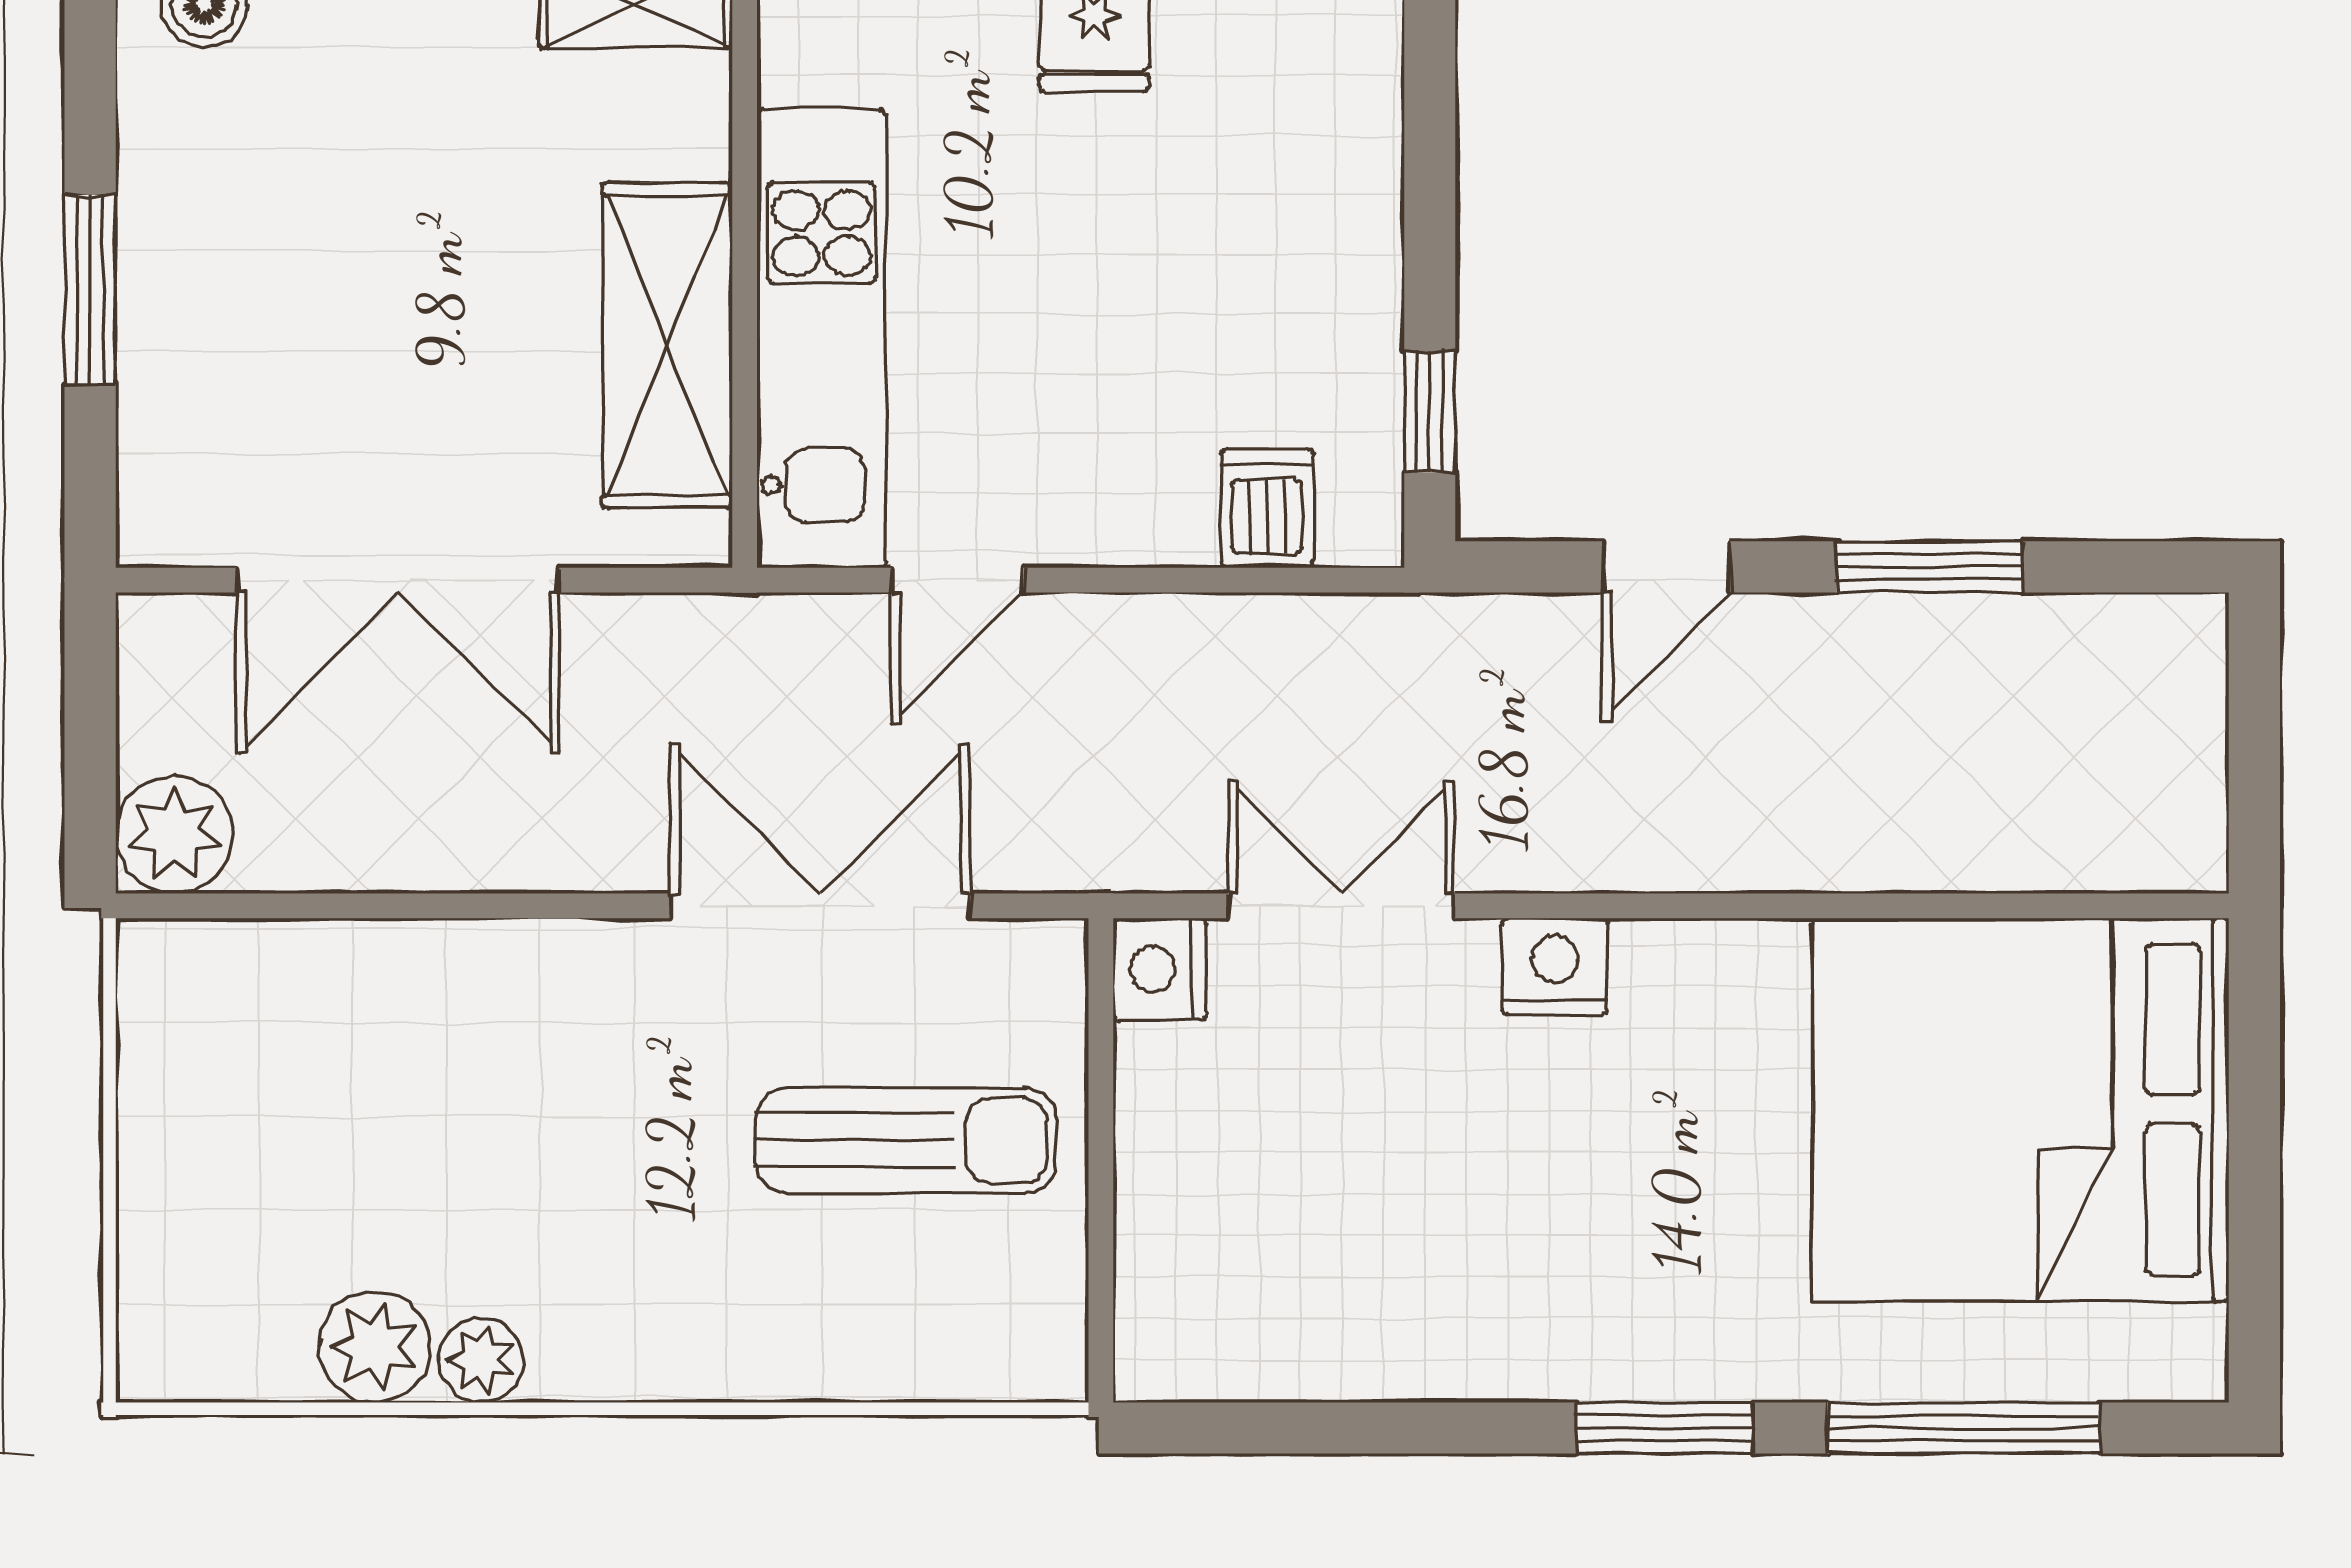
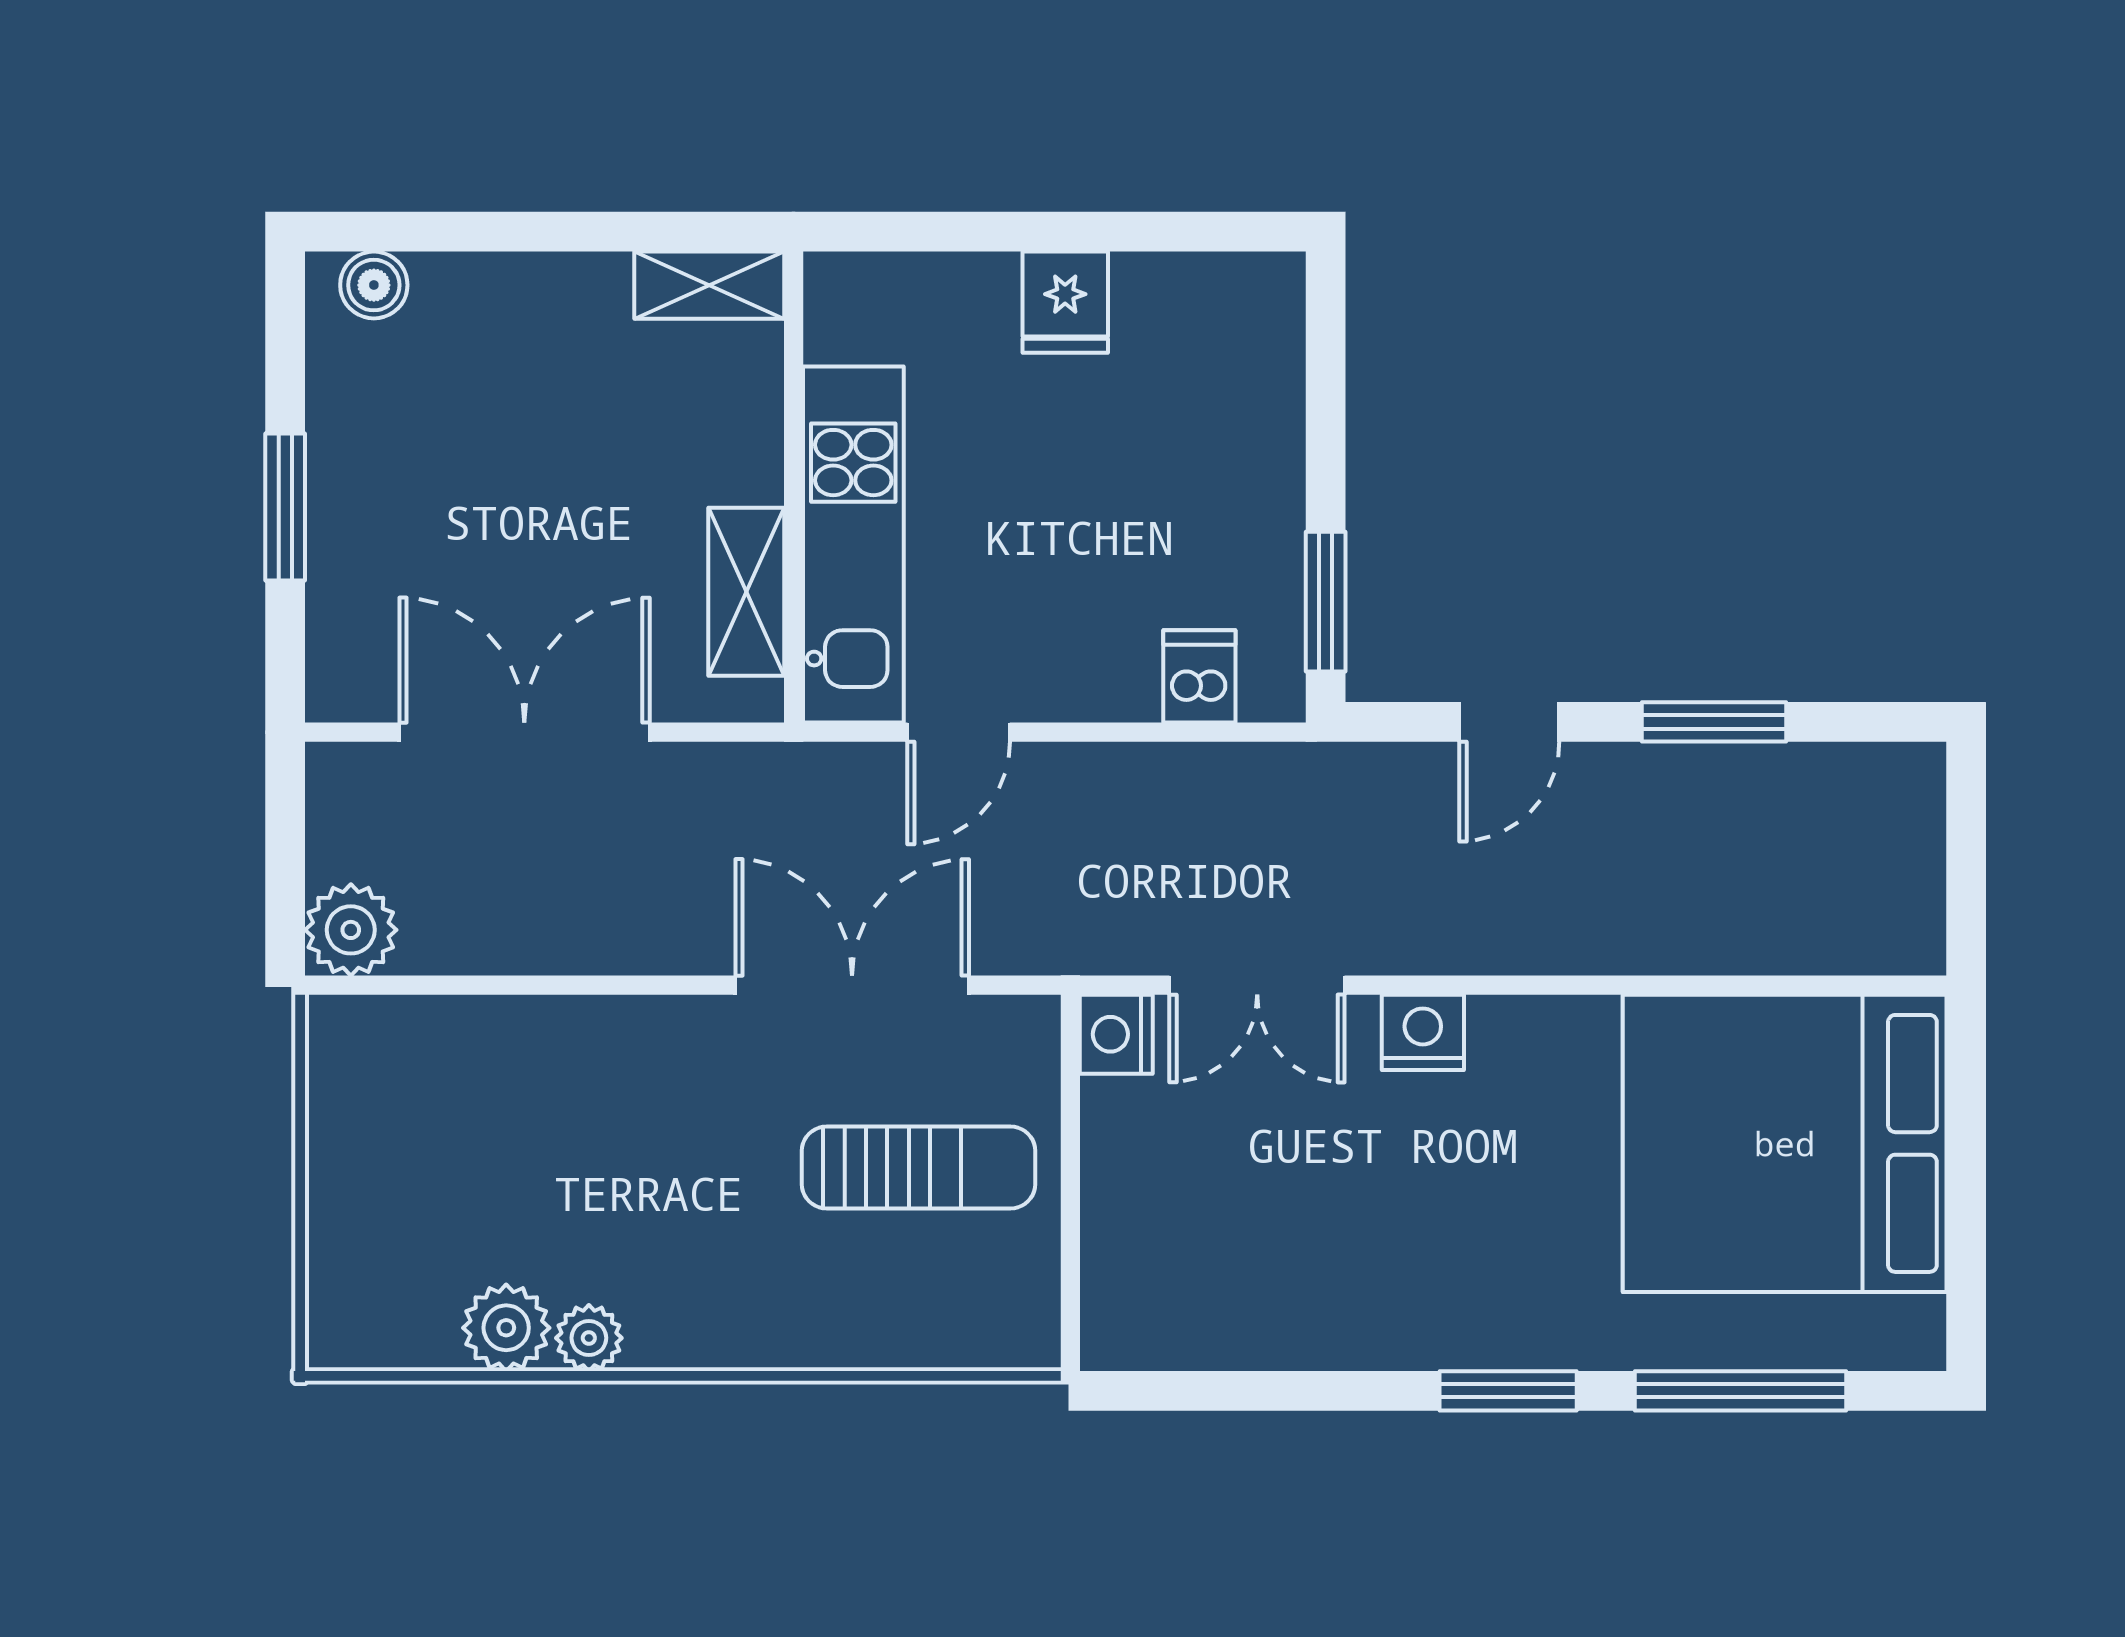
shelving: (667, 345) -> (746, 592), width x0.67, depth x0.75
window: (1430, 412) -> (1326, 602), width x1.50
double door: (398, 580) -> (524, 732), swing flipped
double door: (1341, 906) -> (1257, 985), swing flipped

